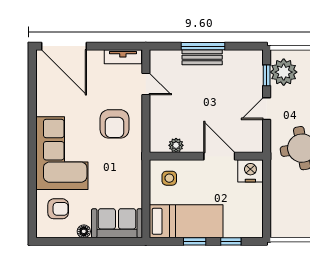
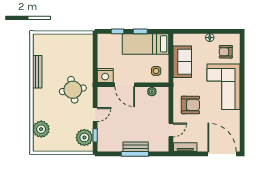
door: (146, 84) -> (171, 130), swing flipped
armchair: (114, 124) -> (190, 105), turned 90
sofa: (117, 223) -> (182, 62), moved, turned -90

